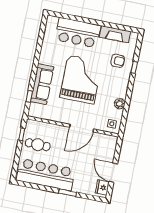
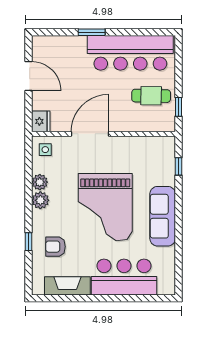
sofa: (42, 84) -> (163, 216), moved
plant: (121, 92) -> (40, 200), added
fridge: (102, 188) -> (41, 121), moved

